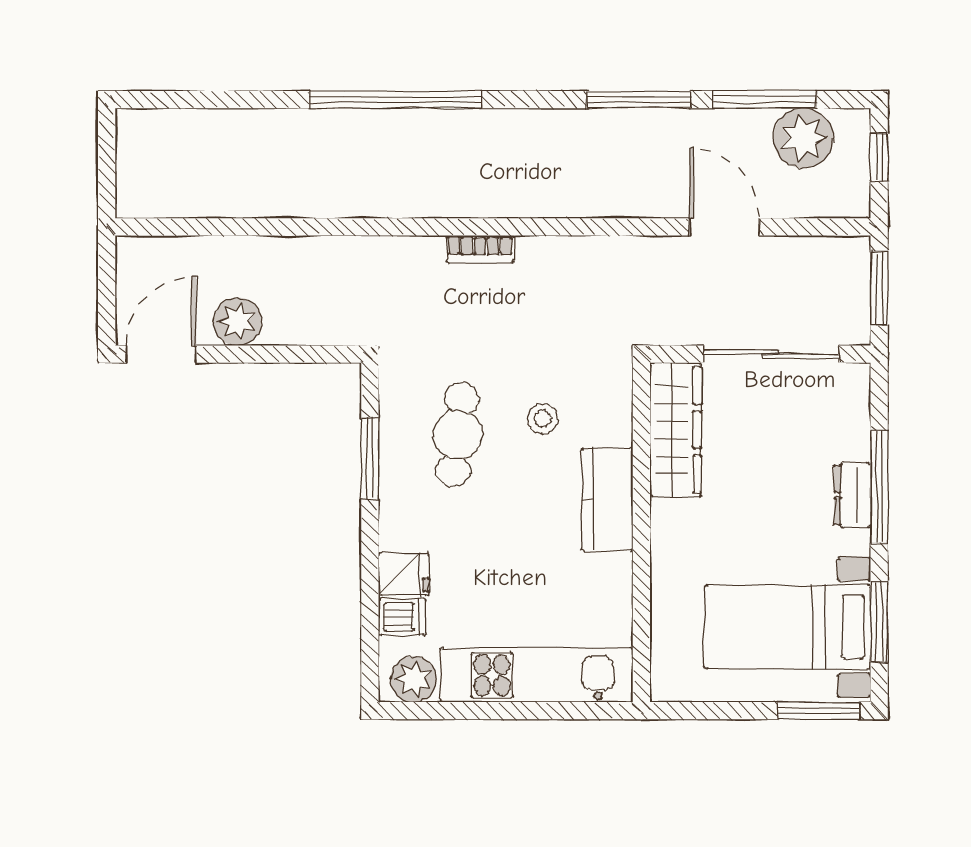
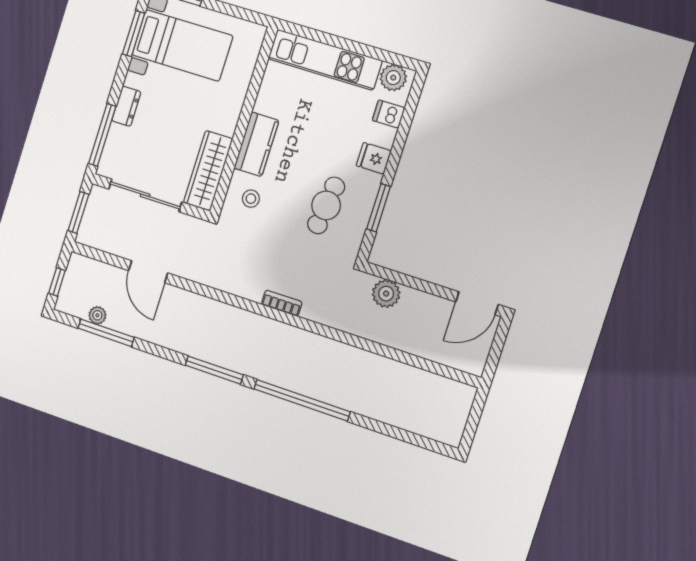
window: (639, 100) -> (214, 370), moved
plant: (803, 138) -> (97, 315), width x0.53, depth x0.53
plant: (237, 322) -> (386, 294), moved
stool: (543, 419) -> (251, 199), moved
window: (879, 487) -> (102, 135), moved
fridge: (404, 574) -> (374, 158), moved

